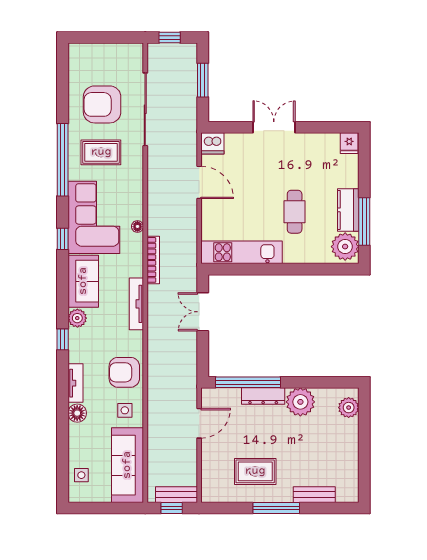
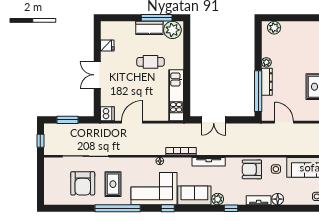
fridge: (349, 143) -> (107, 45), moved
armchair: (124, 372) -> (252, 169), turned 90
plant: (300, 402) -> (266, 62), width x0.53, depth x0.53

